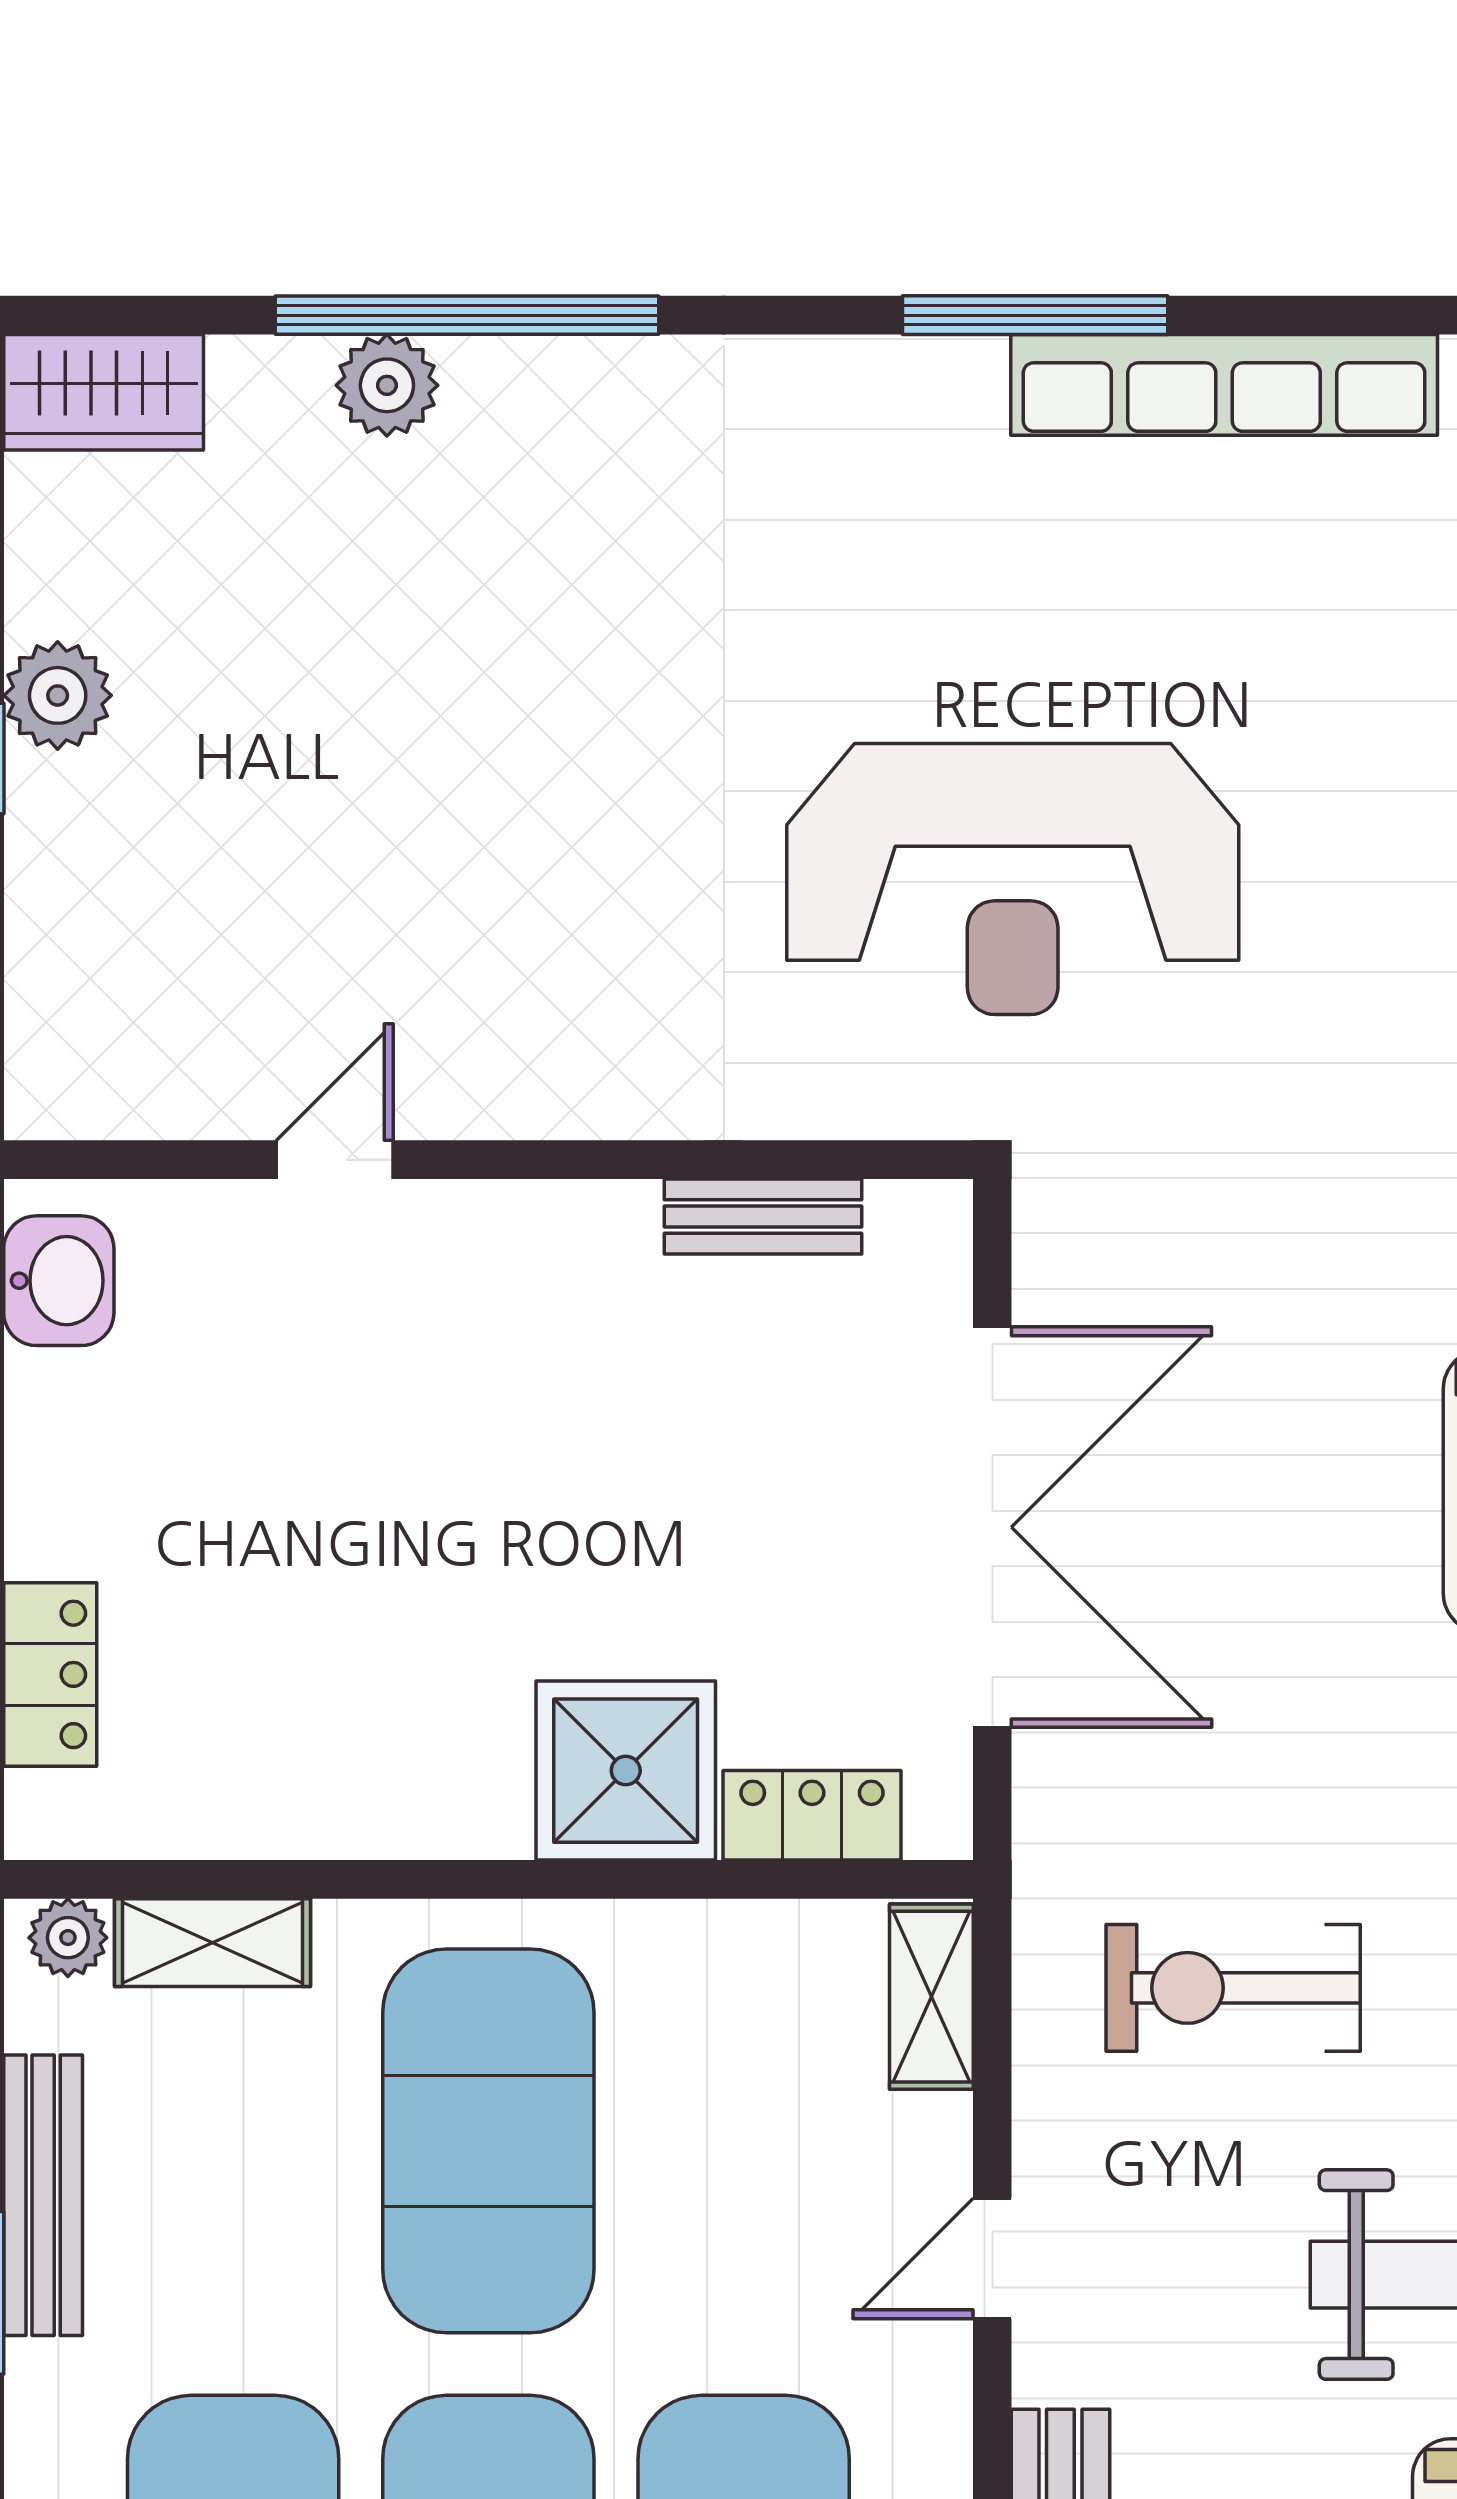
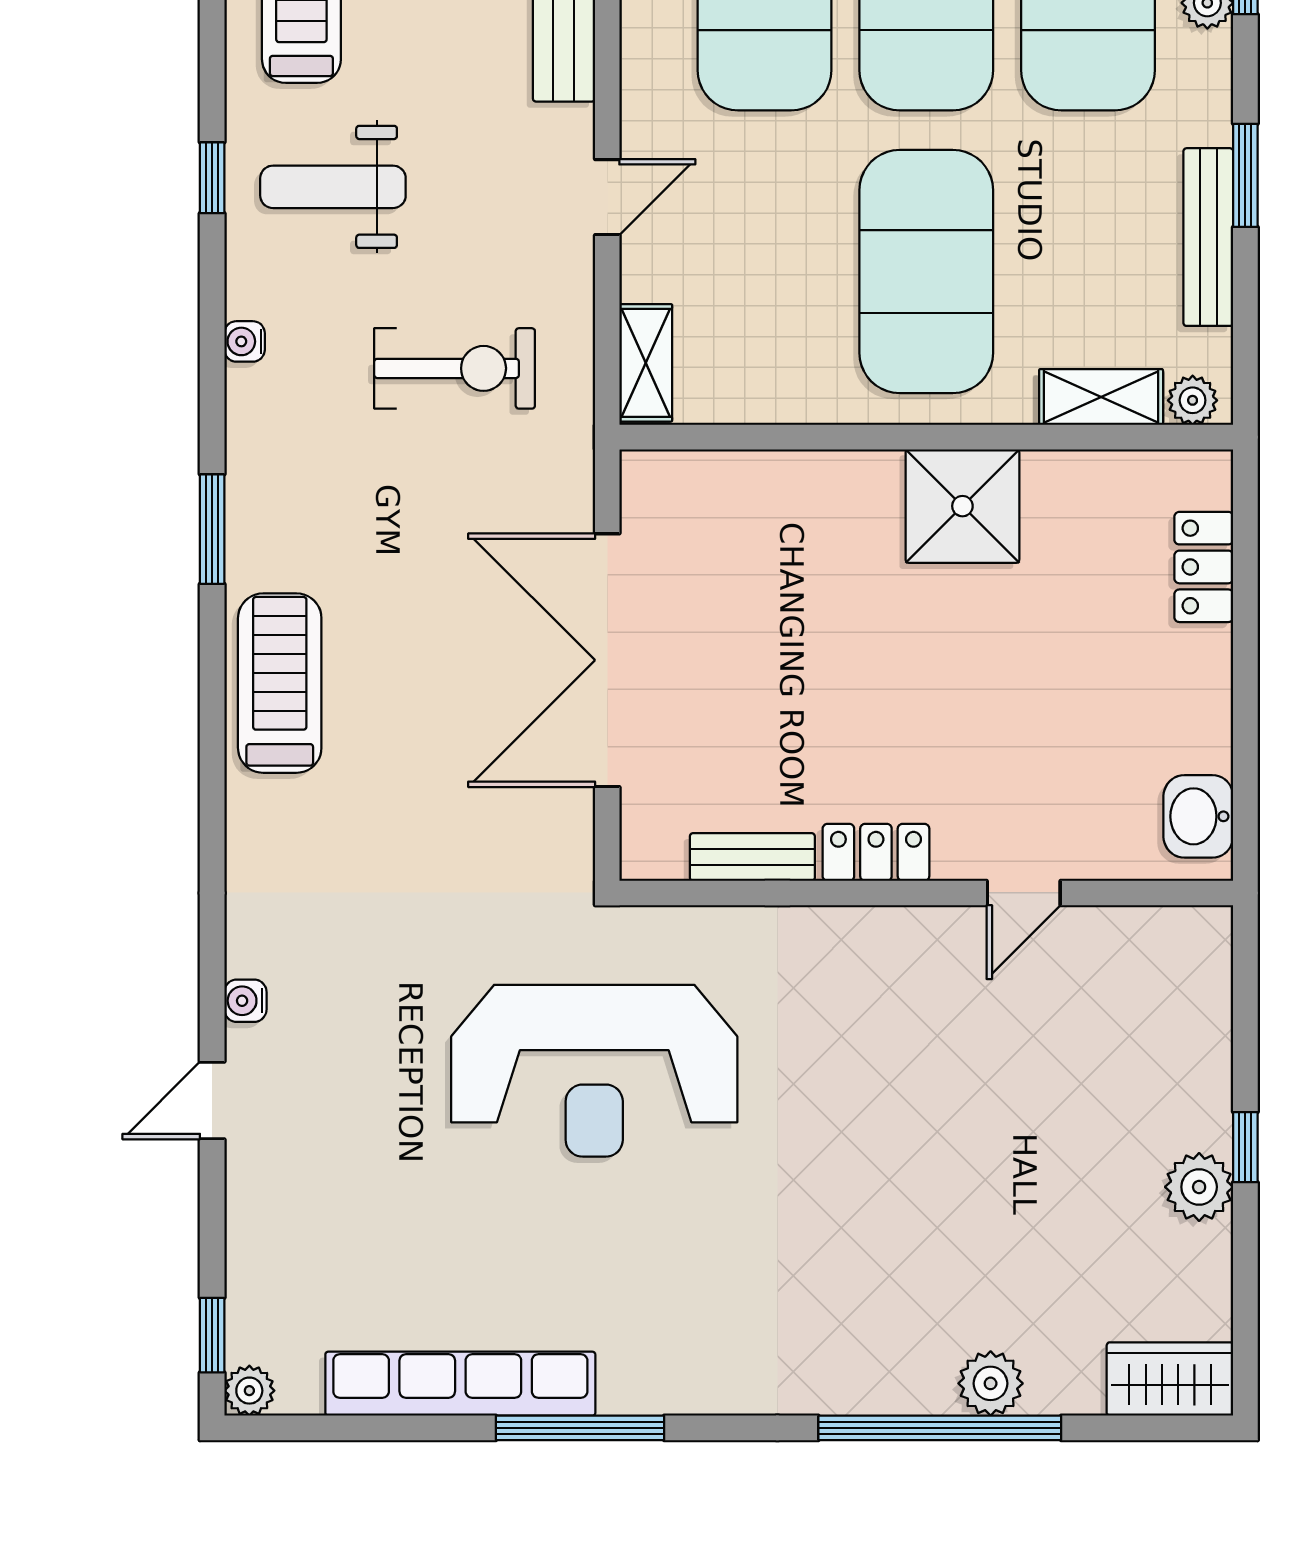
reception desk: (1013, 879) -> (594, 1071), turned 180
shower: (626, 1771) -> (962, 506), moved
locker: (812, 1815) -> (876, 852), moved, turned 180

